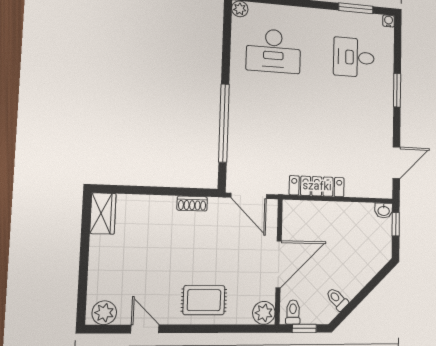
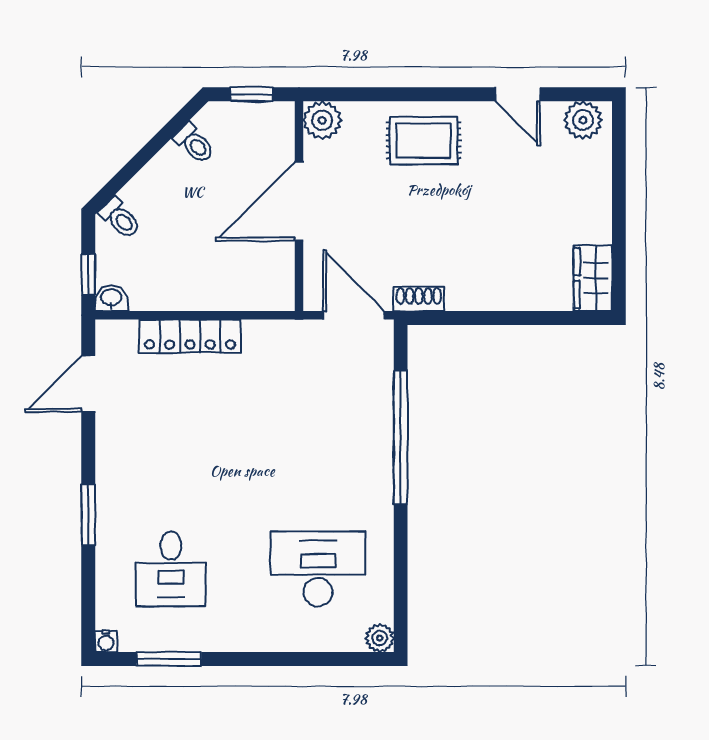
desk: (354, 57) -> (171, 569), turned 90
locker: (317, 186) -> (190, 336), moved
shoe rack: (192, 204) -> (419, 299), moved
toilet: (293, 312) -> (120, 218), moved, turned -45

